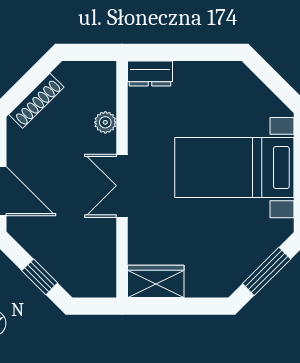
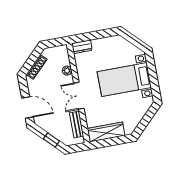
bench: (105, 251) -> (77, 124), added
window: (267, 271) -> (146, 120), removed
wardrobe: (156, 281) -> (106, 132), width x1.50

